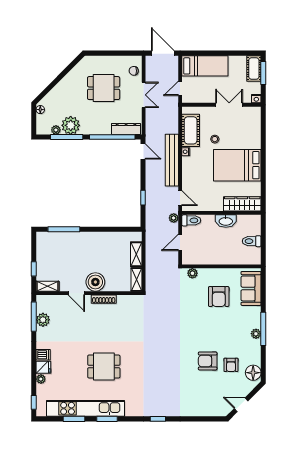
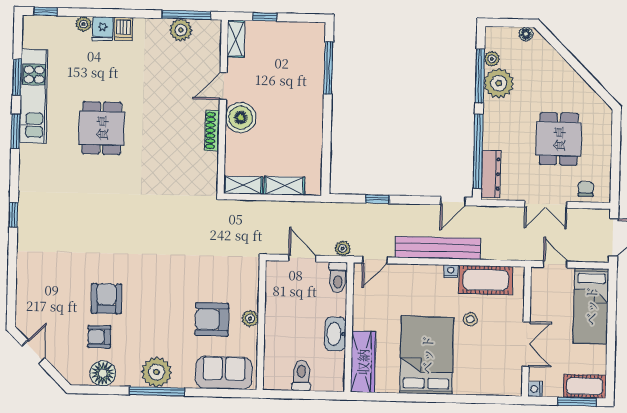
plant: (192, 273) -> (250, 319), moved
plant: (256, 334) -> (157, 372), width x1.88, depth x1.88
floor lamp: (253, 373) -> (103, 373), moved
kitchen unit: (85, 408) -> (34, 96), width x0.73

